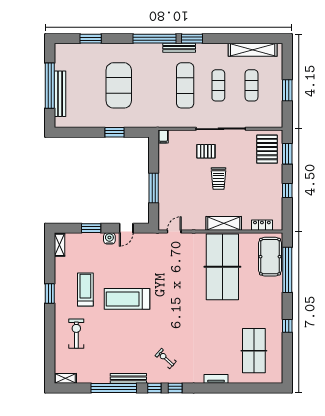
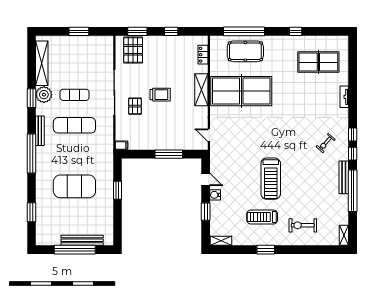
window: (192, 39) -> (31, 98), moved
plant: (218, 52) -> (44, 95), added
exercise mat: (251, 85) -> (74, 64), removed
pallet: (267, 149) -> (133, 50), turned 90
pool table: (270, 257) -> (245, 51), moved

